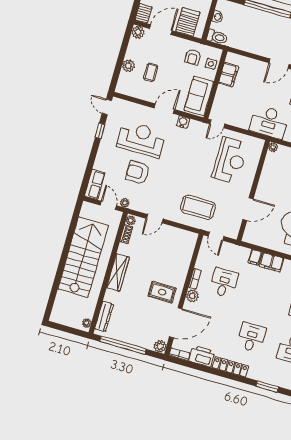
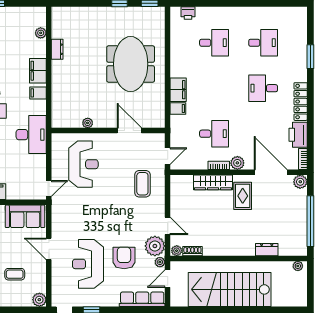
plant: (128, 66) -> (39, 300), moved
water cooler: (183, 122) -> (57, 225), removed
door: (217, 124) -> (49, 189), hinge flipped
plant: (273, 147) -> (88, 123), moved
reception desk: (230, 160) -> (83, 164), turned 90
armchair: (137, 172) -> (124, 258), turned 180
row of seats: (95, 184) -> (142, 299), width x1.48
plant: (140, 202) -> (155, 246), added
coffee table: (198, 207) -> (142, 184), width x0.73, depth x0.76
wardrobe: (118, 272) -> (213, 182), moved, turned 180
desk: (224, 283) -> (214, 134), turned 180
dresser: (104, 316) -> (267, 250), moved, width x0.70

